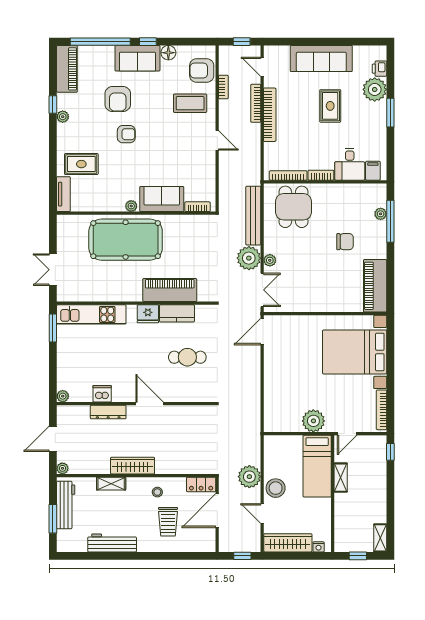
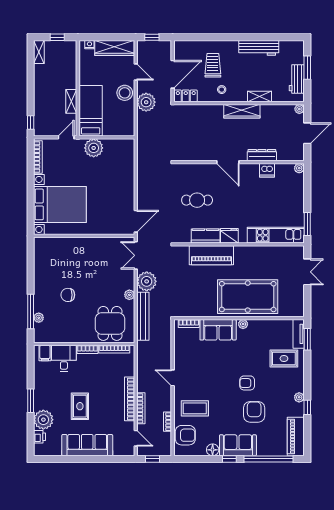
window: (53, 187) -> (307, 339), added
plant: (270, 260) -> (129, 295), moved
piano: (375, 286) -> (43, 259), removed
workbench: (66, 505) -> (297, 79), width x0.73

